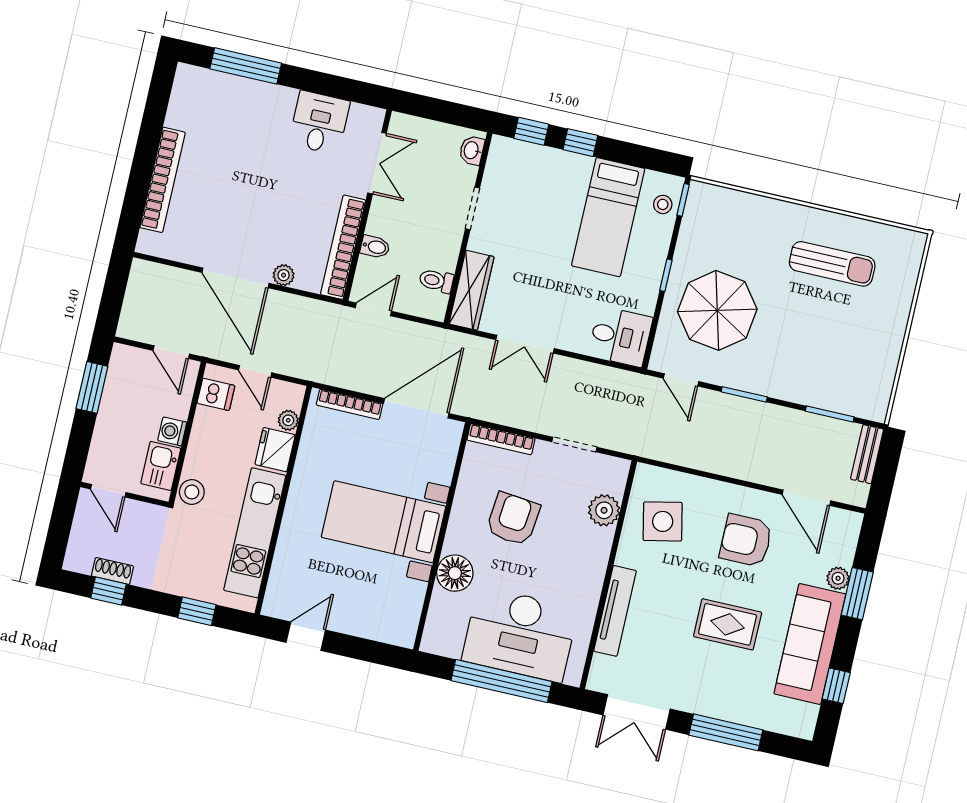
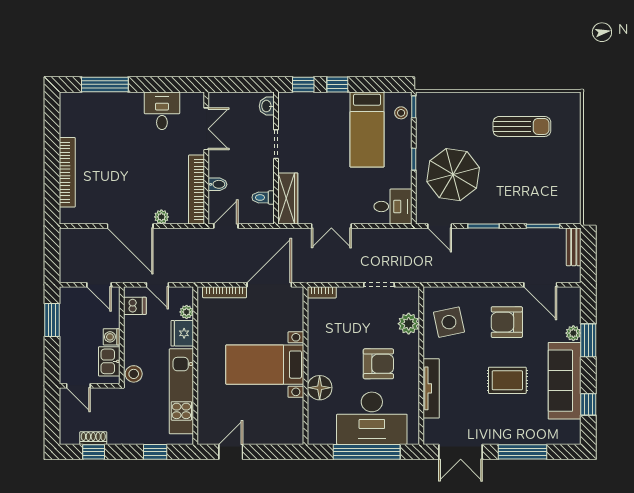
bookcase: (501, 439) -> (322, 292), width x0.64
armchair: (513, 519) -> (378, 364), moved, turned 84

